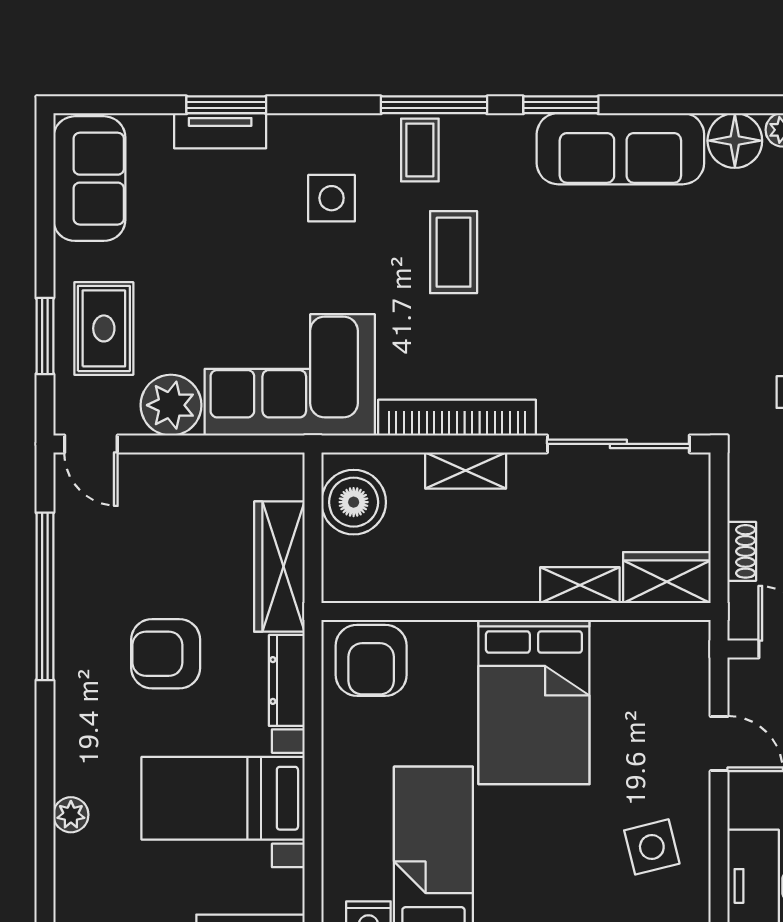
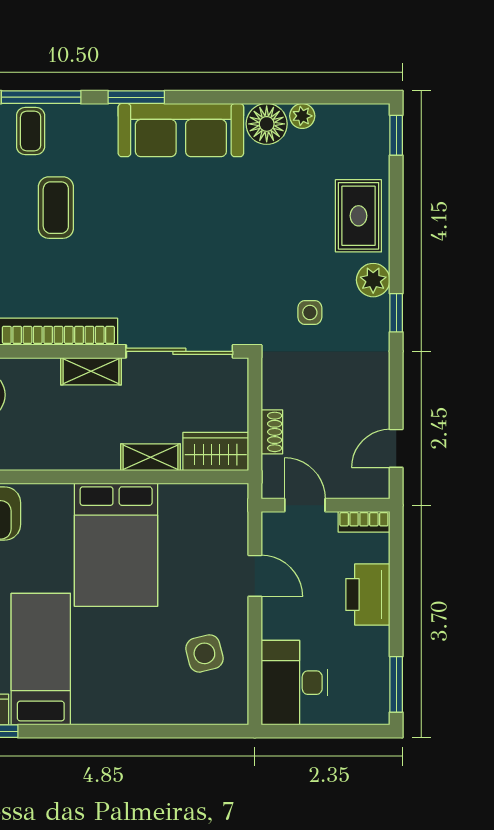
shelving: (466, 470) -> (91, 371), moved

